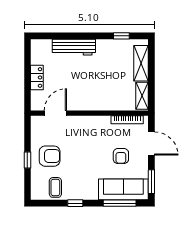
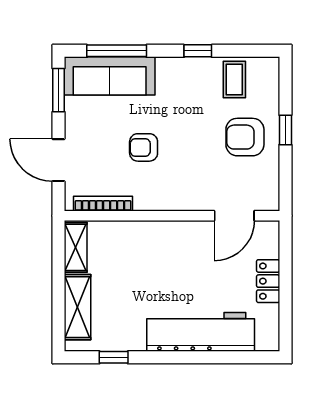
workbench: (74, 47) -> (201, 332), width x1.36, depth x1.32
armchair: (121, 156) -> (144, 147), moved, turned -90

